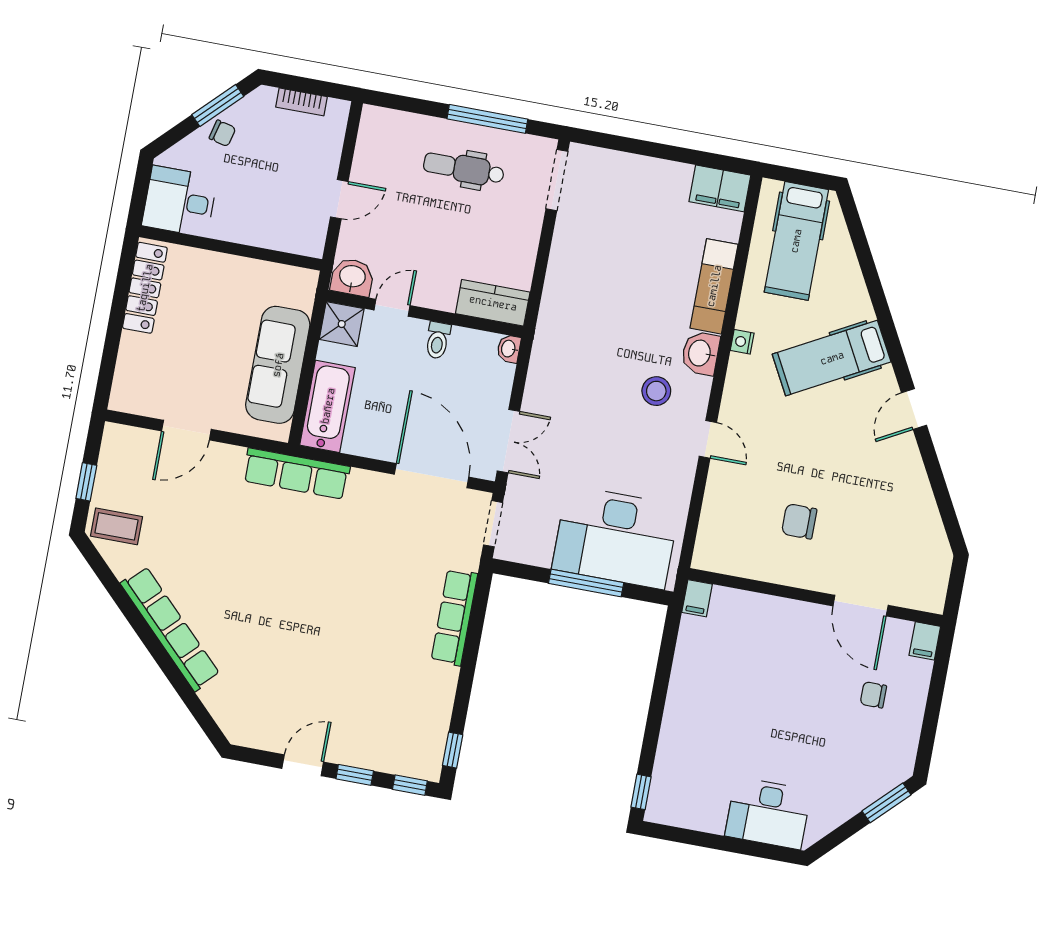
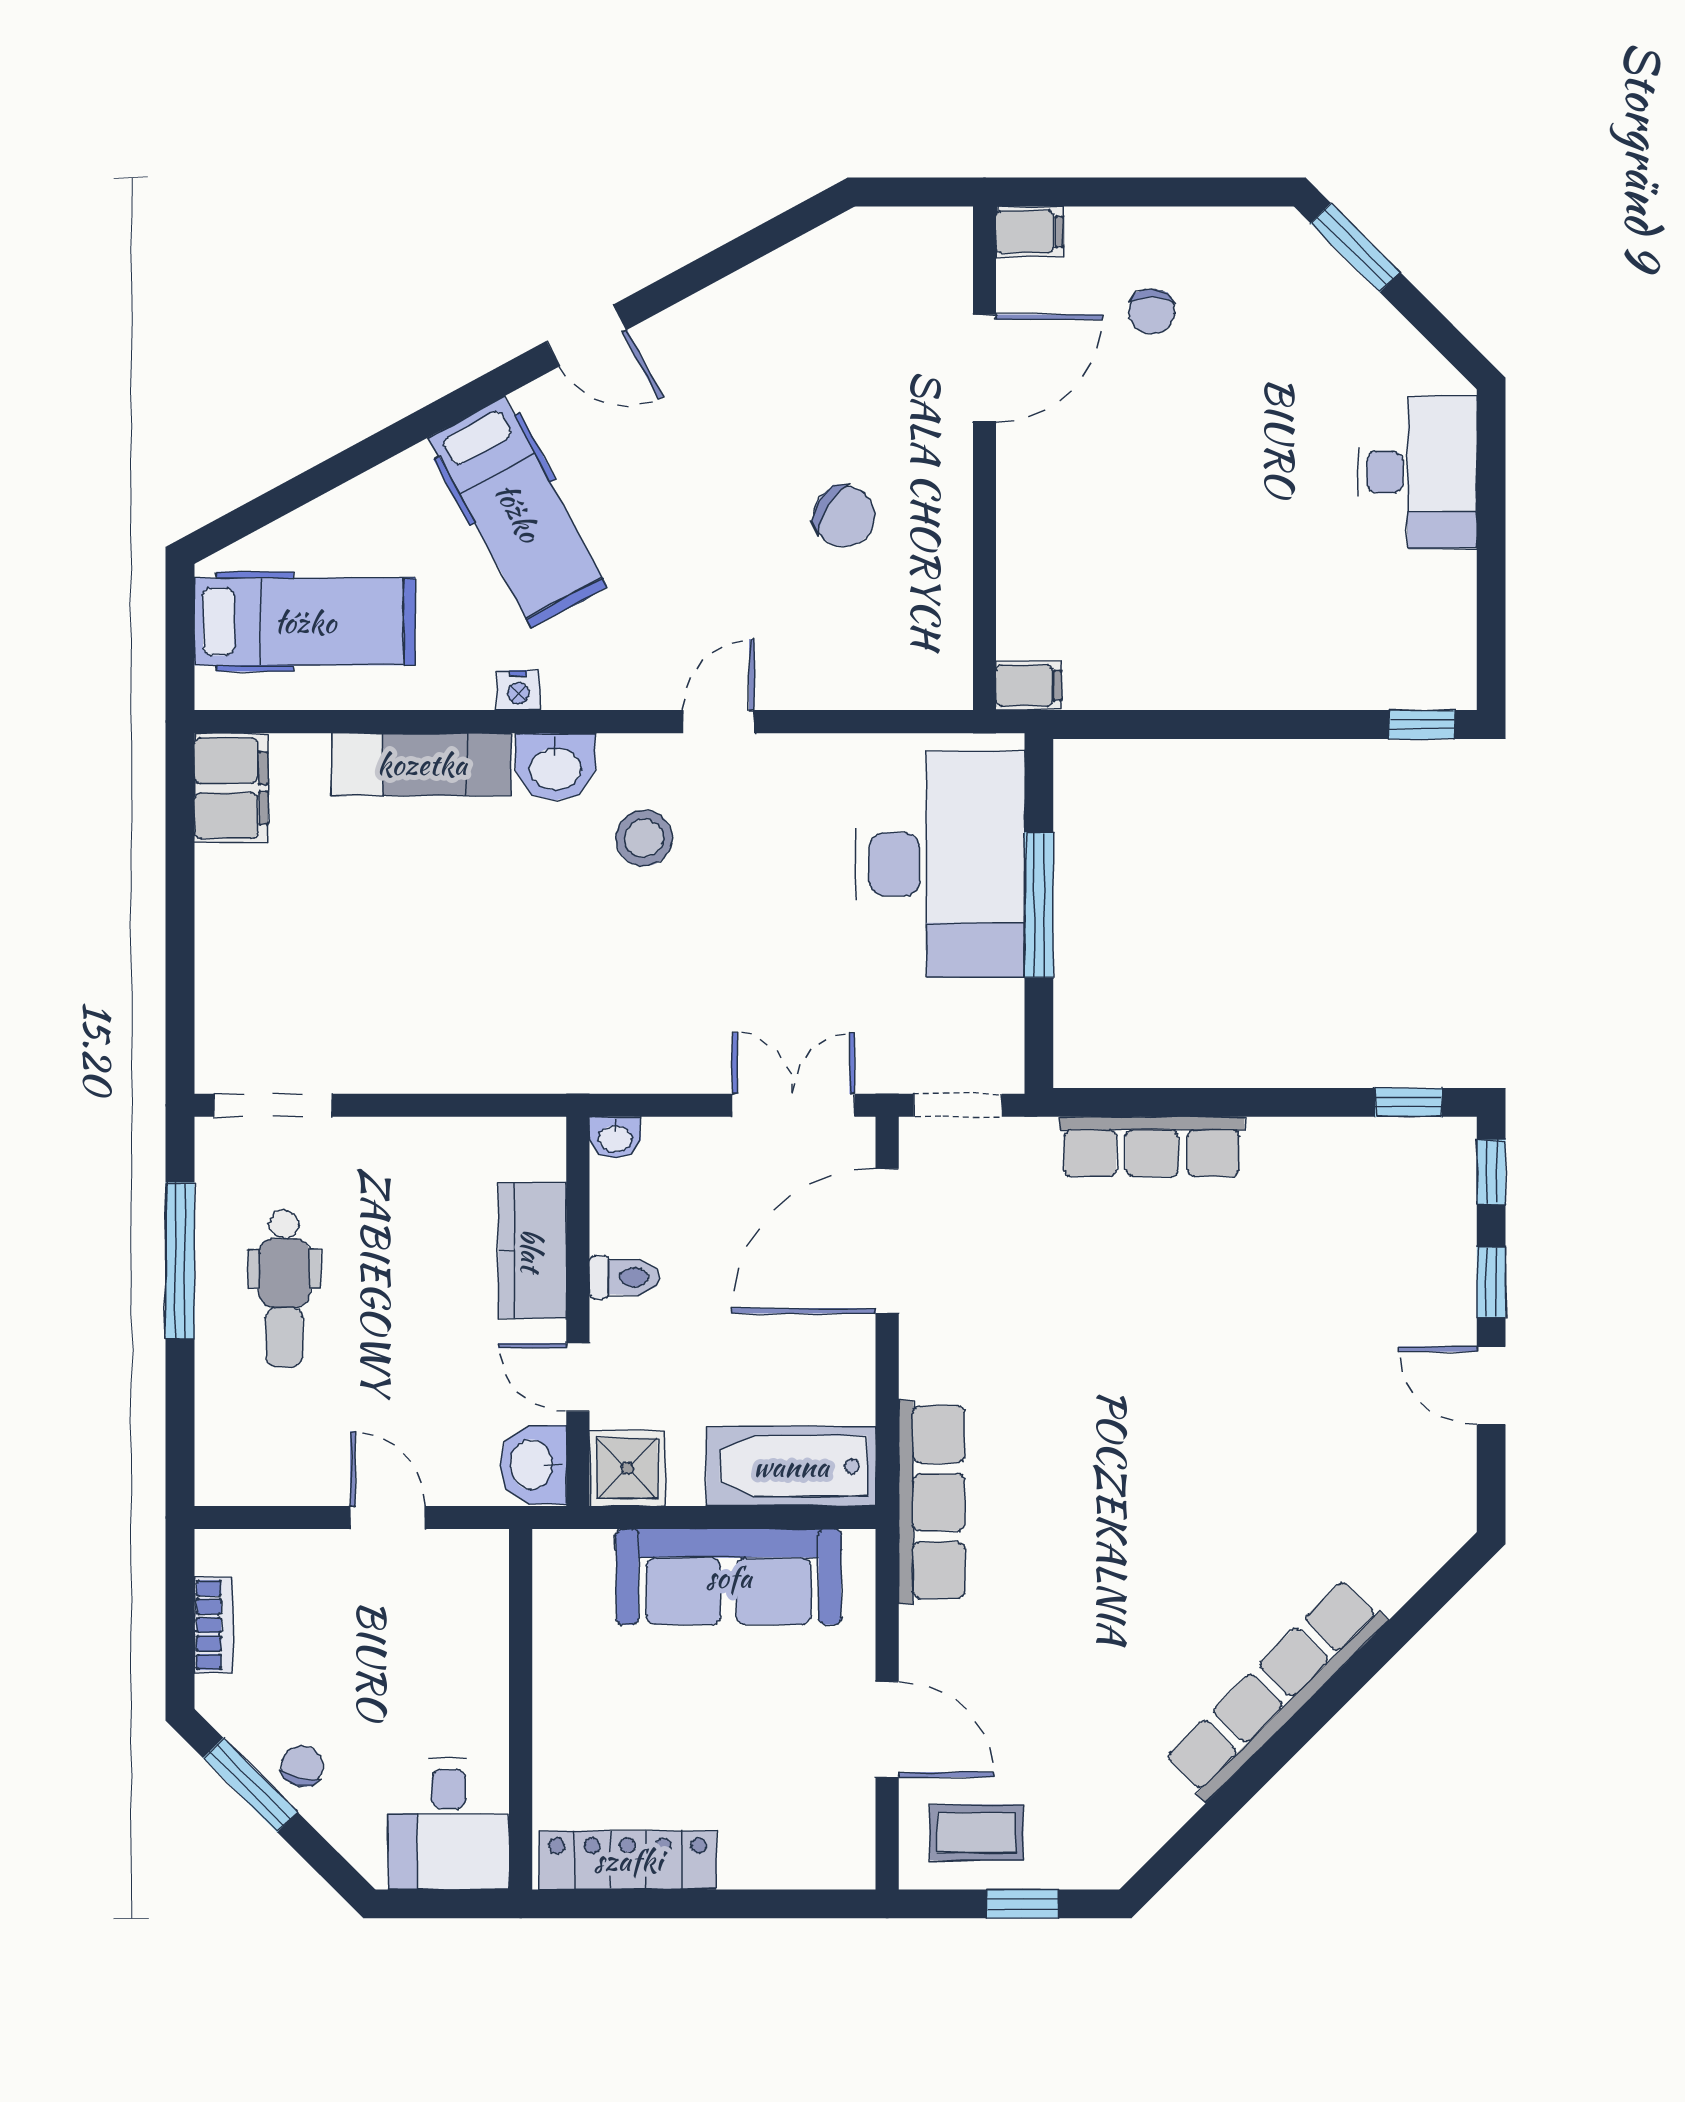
kitchen counter: (493, 303) -> (532, 1250), moved
chair: (799, 521) -> (844, 516), turned -59
coffee table: (116, 526) -> (977, 1832), moved, turned 90

